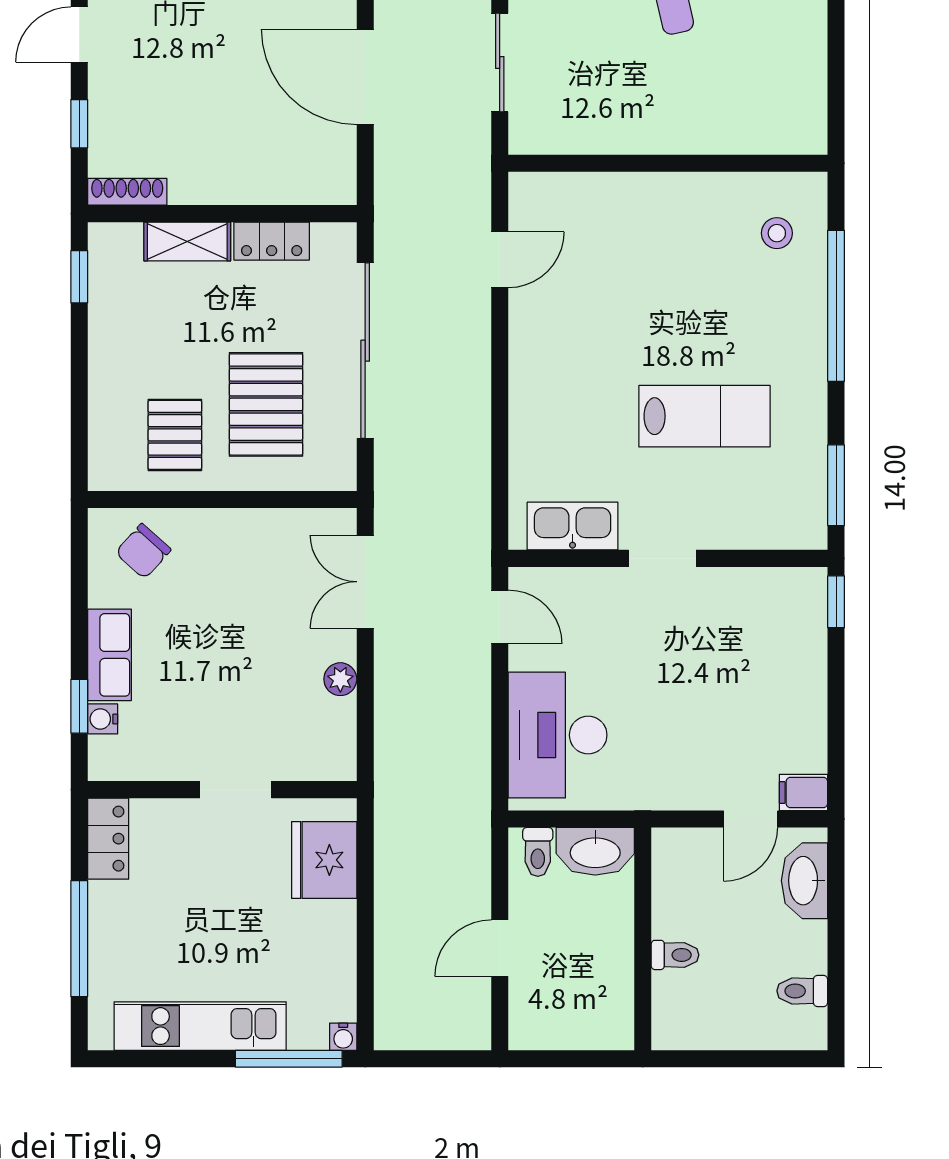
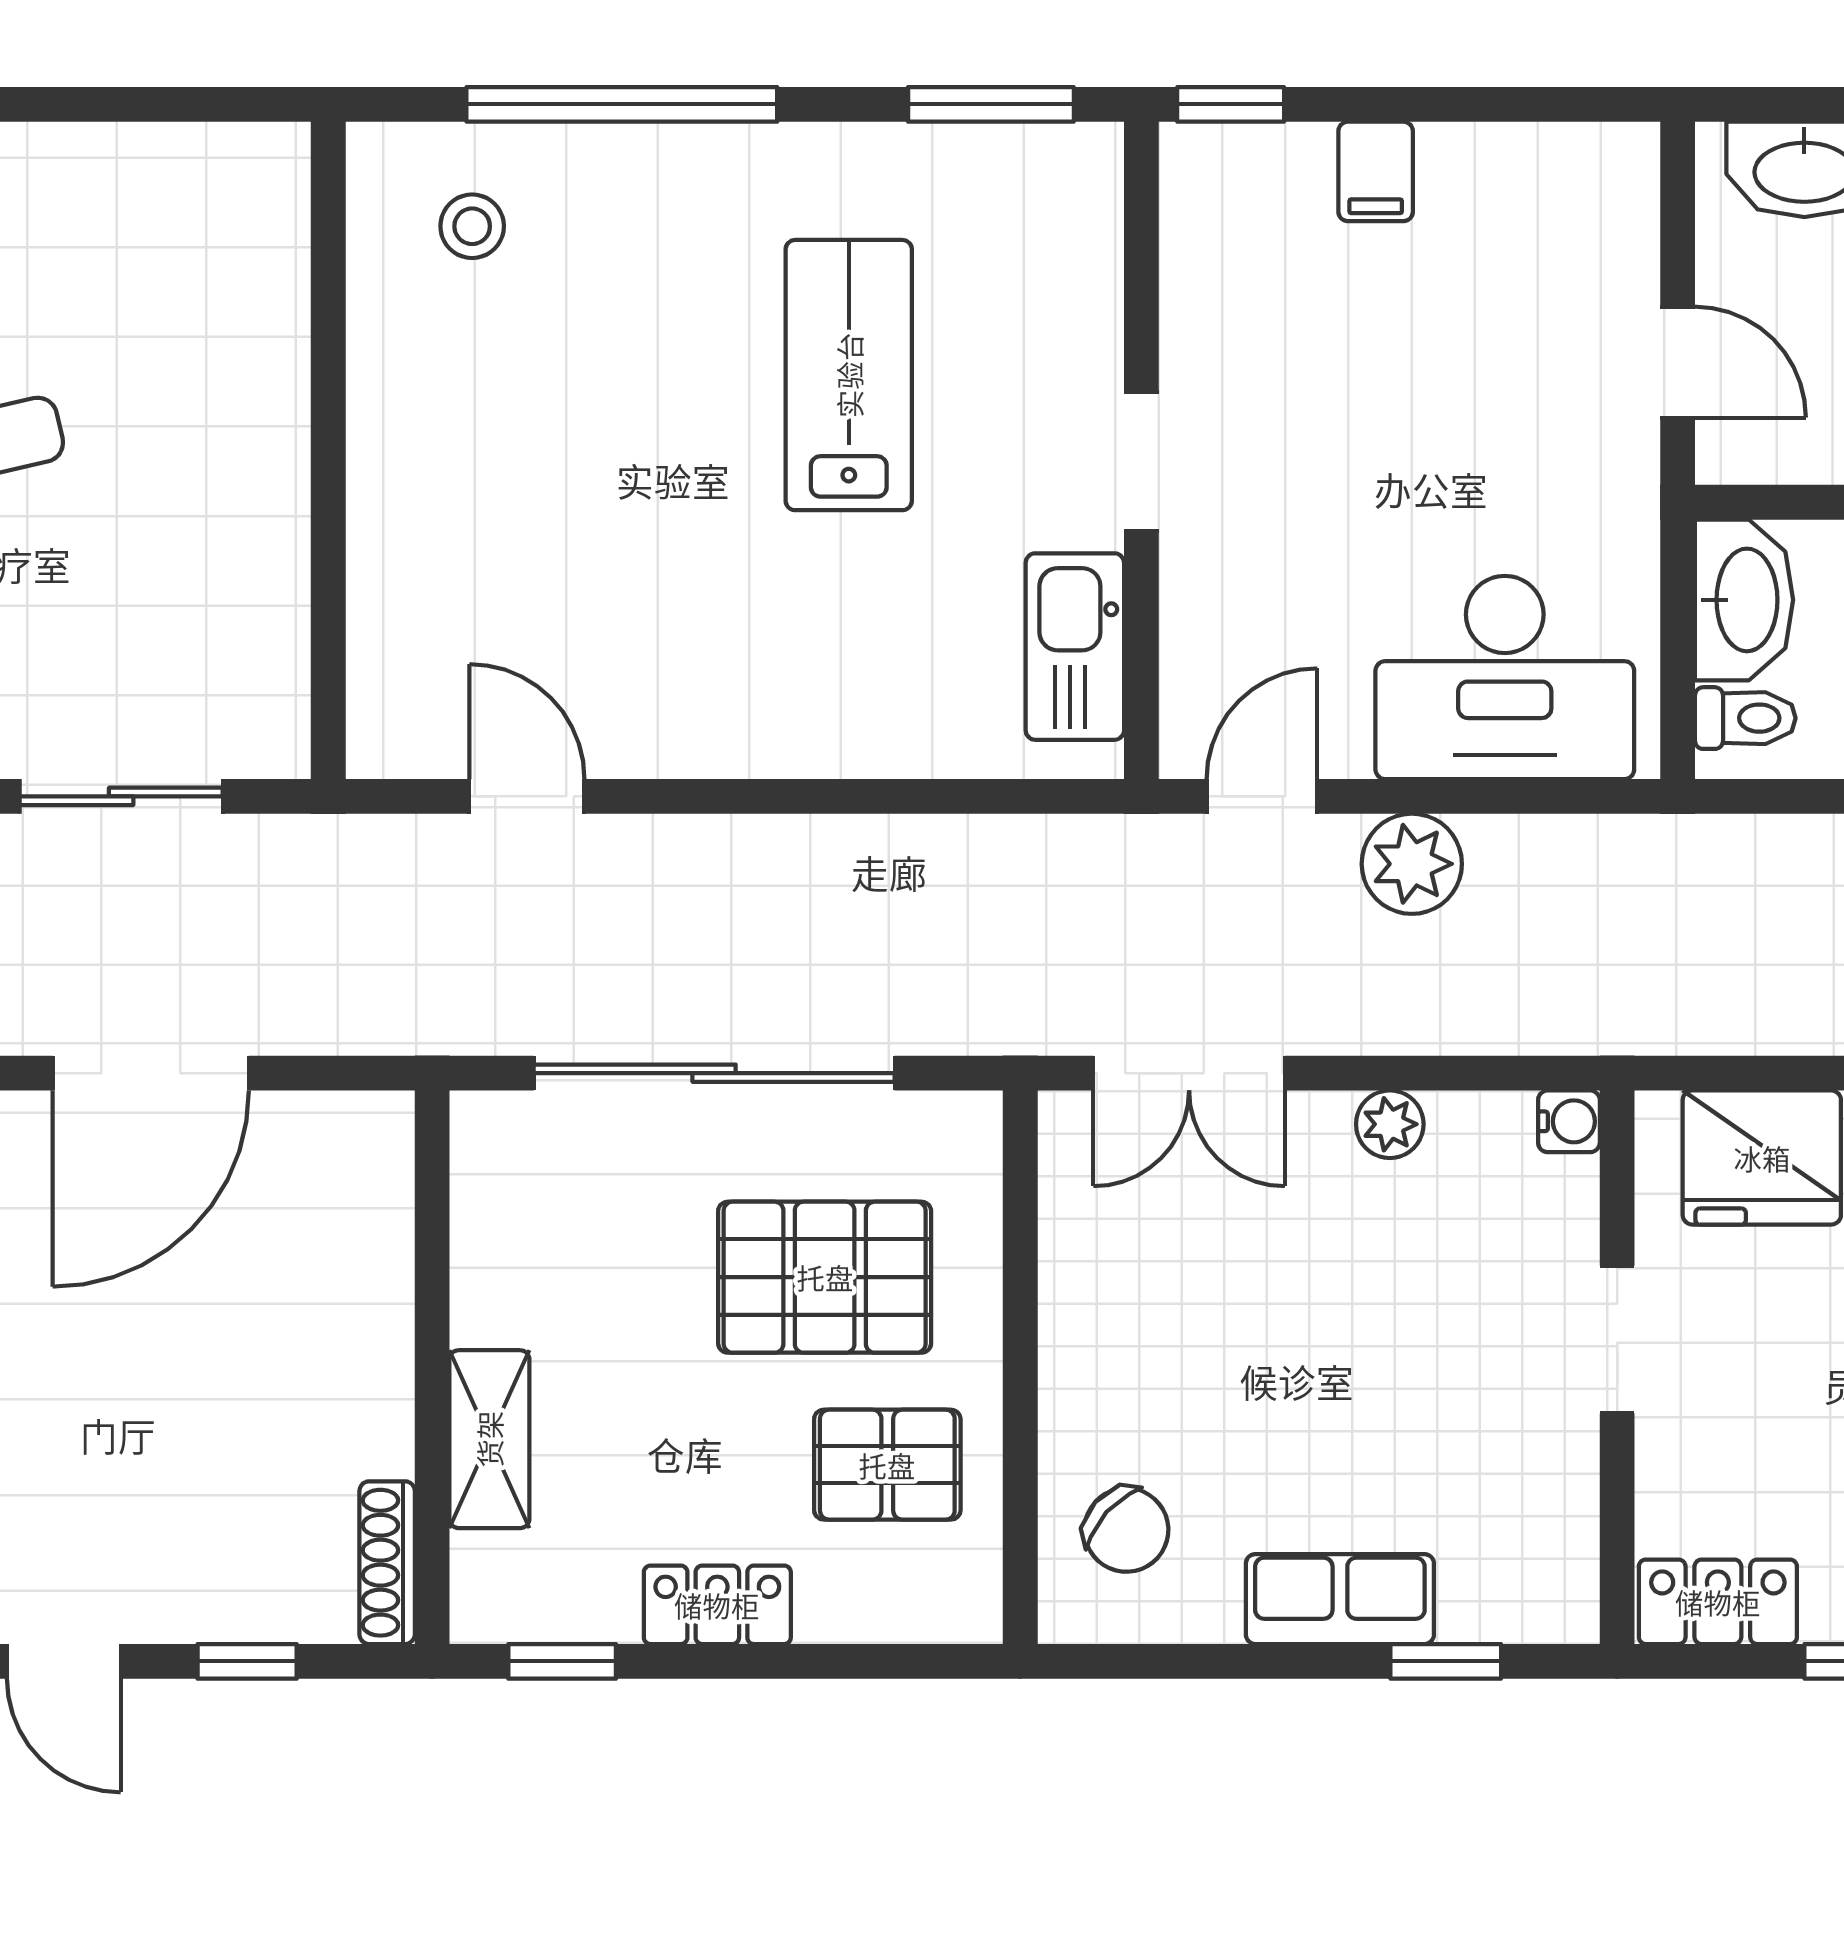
locker: (272, 241) -> (717, 1605), moved, turned -90
plant: (467, 690) -> (1412, 864), added
water cooler: (103, 719) -> (1569, 1121), moved, turned -90
filing cabinet: (803, 793) -> (1376, 171), moved
door: (751, 819) -> (1678, 362), moved

